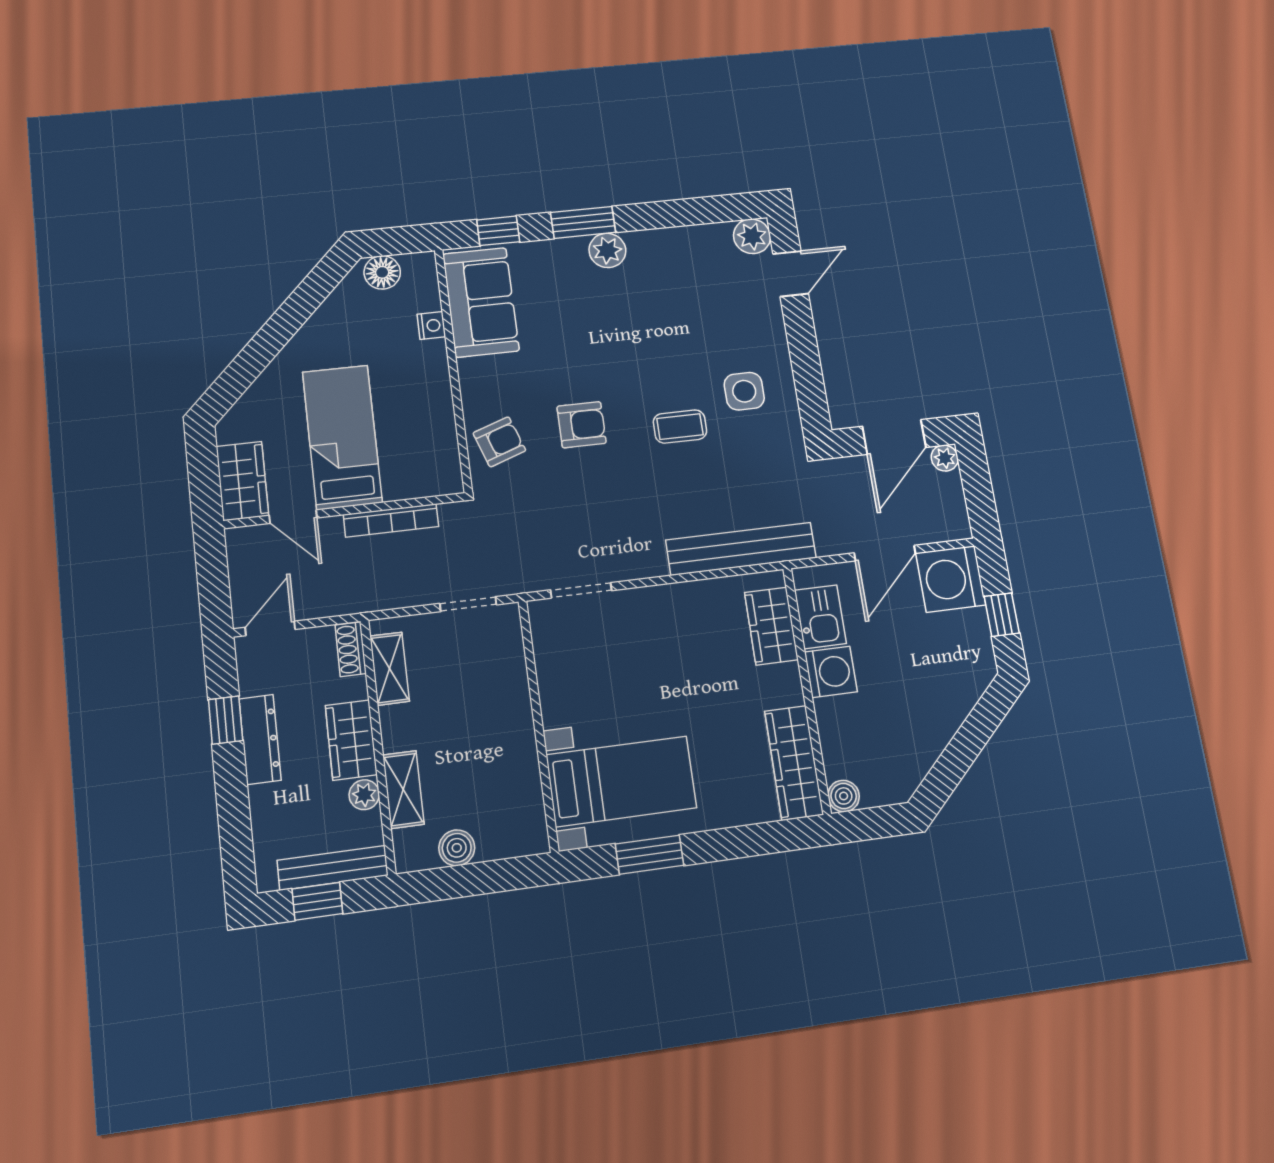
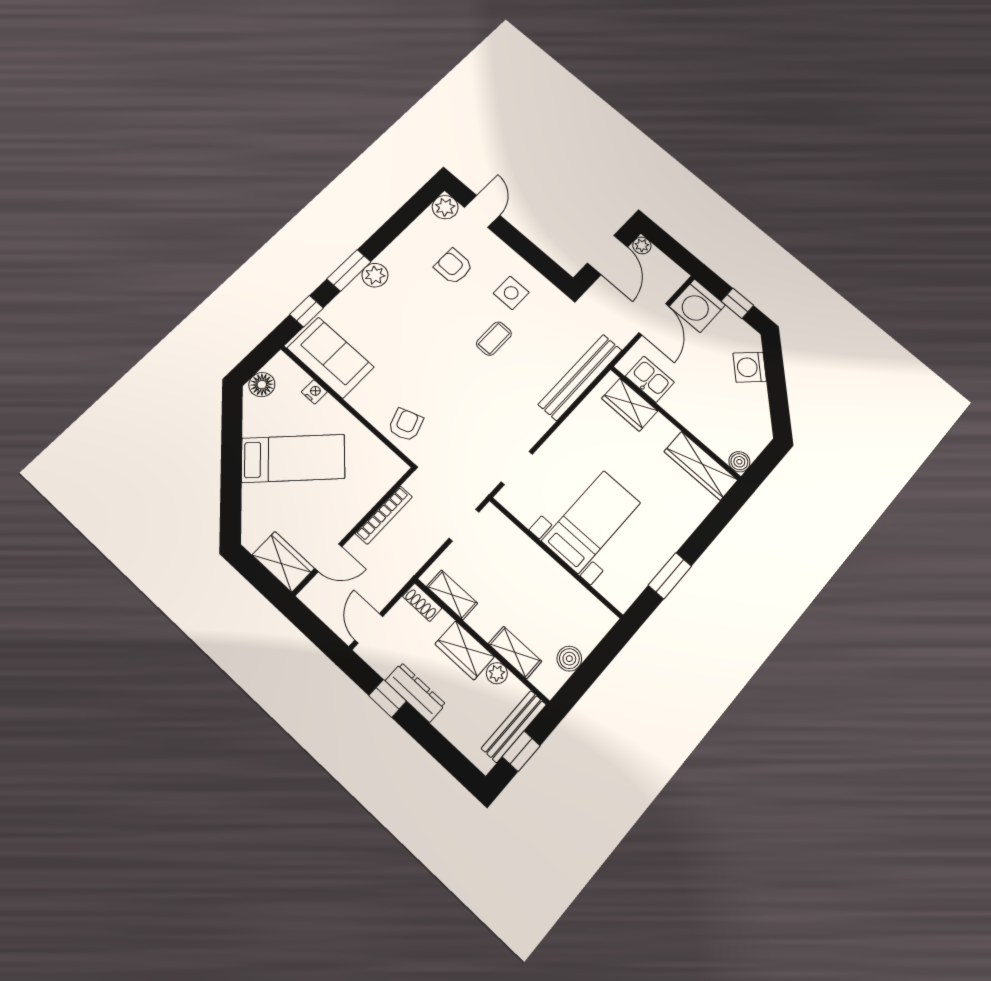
armchair: (582, 425) -> (454, 267), moved, turned -90
bed: (342, 437) -> (293, 458), moved, turned 135
washing machine: (831, 672) -> (750, 367), moved, turned -135
bed with nightstands: (621, 781) -> (591, 522), moved

